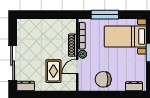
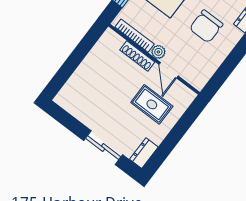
sliding door: (13, 63) -> (103, 148), width x0.73
chair: (103, 79) -> (206, 26), moved

